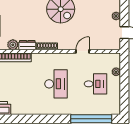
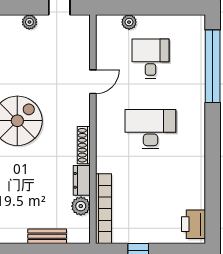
door: (83, 51) -> (93, 82), swing flipped

